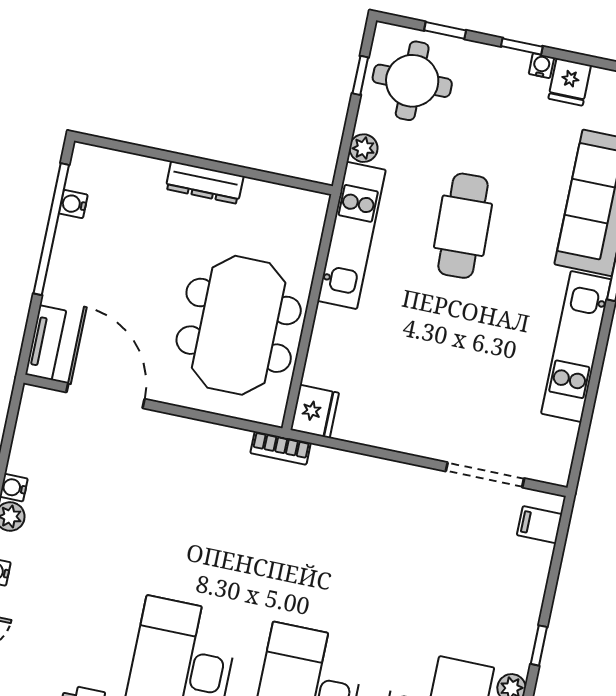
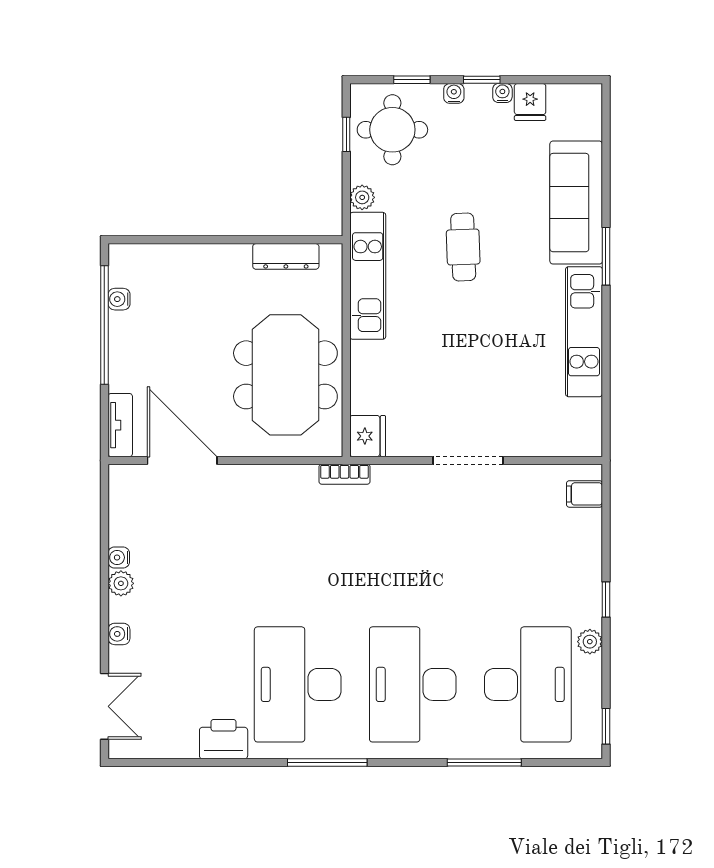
water cooler: (488, 55) -> (454, 93), added
dresser: (205, 183) -> (286, 256), moved
cafe table: (463, 226) -> (463, 247), width x0.73, depth x0.74
doorway: (485, 475) -> (468, 460), moved

